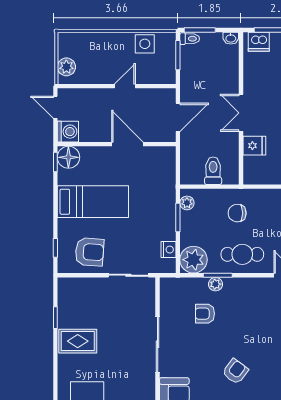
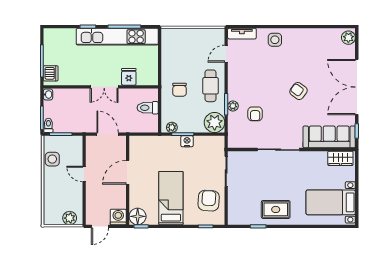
nightstand: (168, 250) -> (187, 141), moved
rug: (78, 341) -> (276, 209), turned 90

